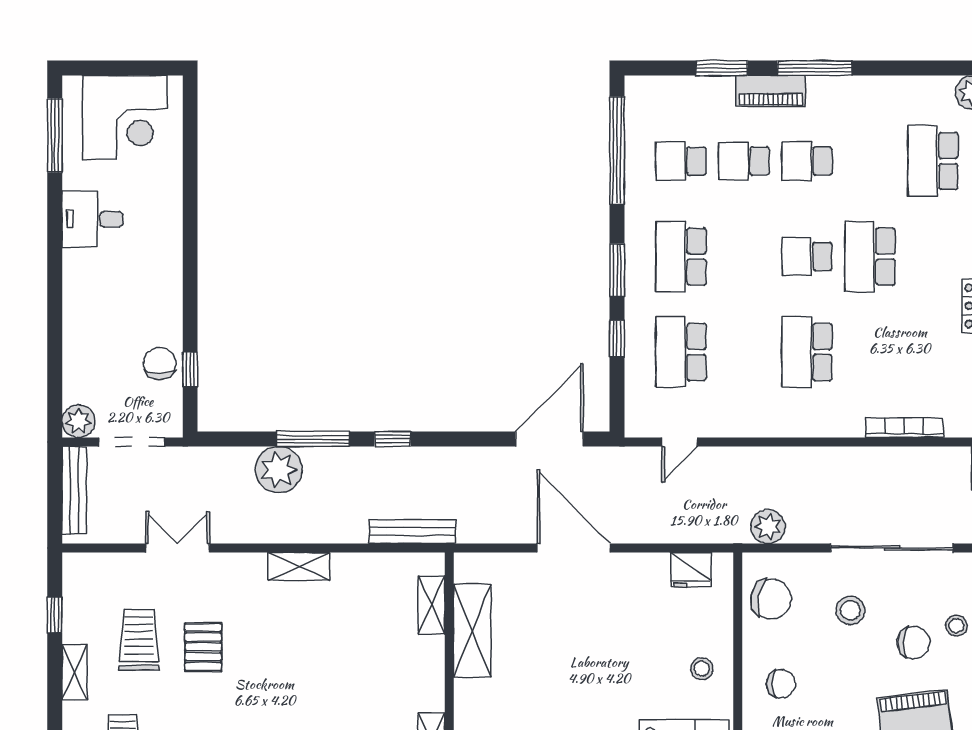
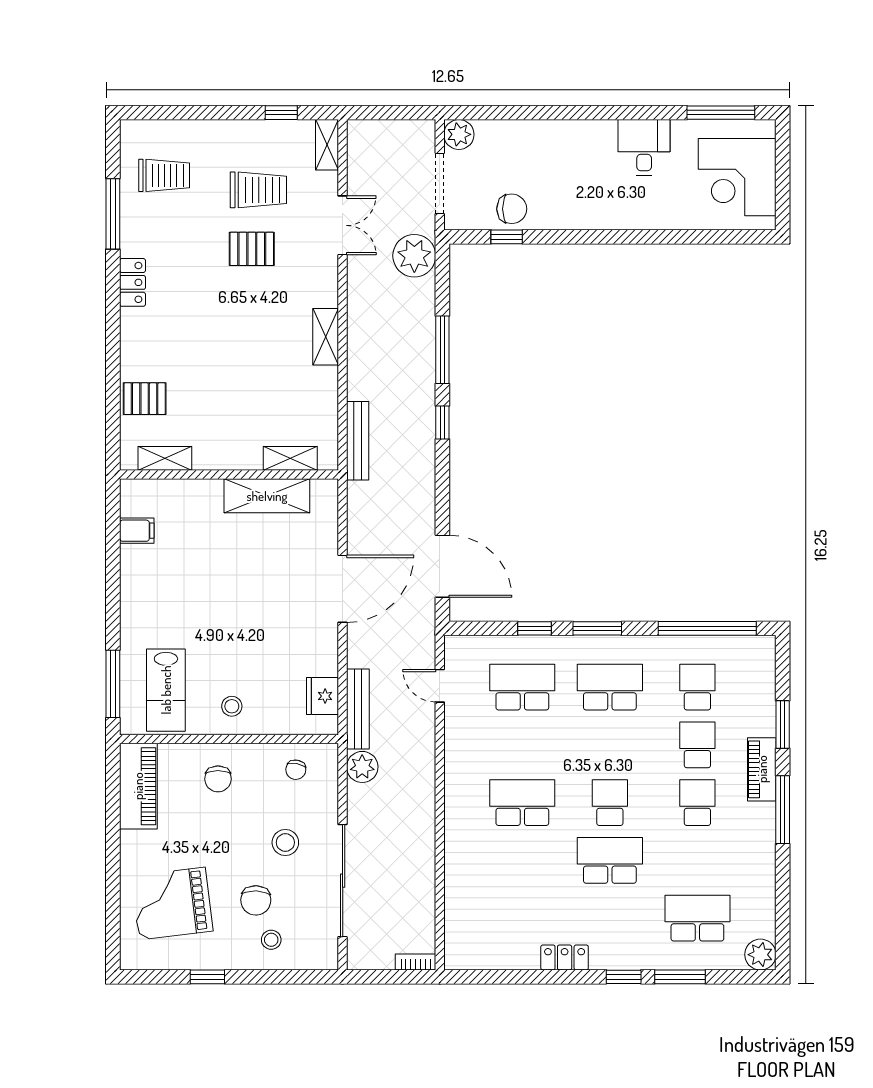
bookcase: (904, 428) -> (453, 892), removed
plant: (279, 470) -> (414, 256), moved
bench: (74, 490) -> (358, 709), moved, turned 90
chair: (771, 599) -> (296, 770), width x0.54, depth x0.54
shelving: (75, 672) -> (327, 145), moved, turned 90

